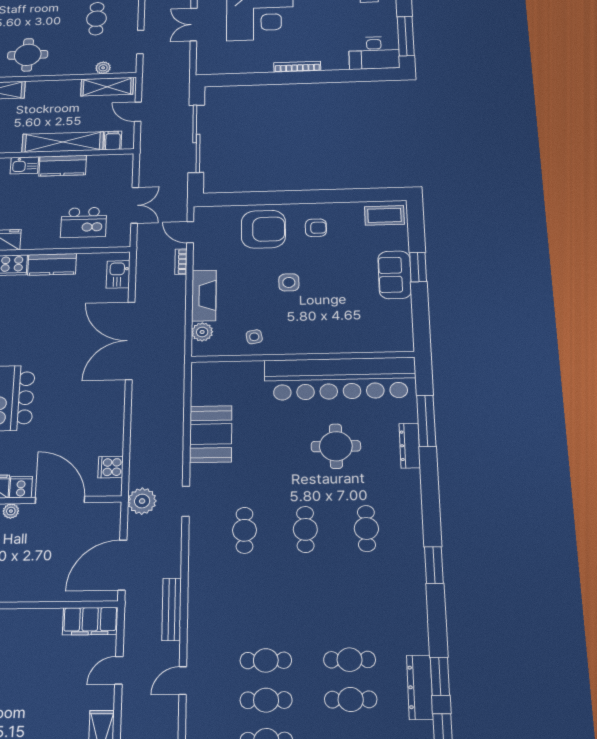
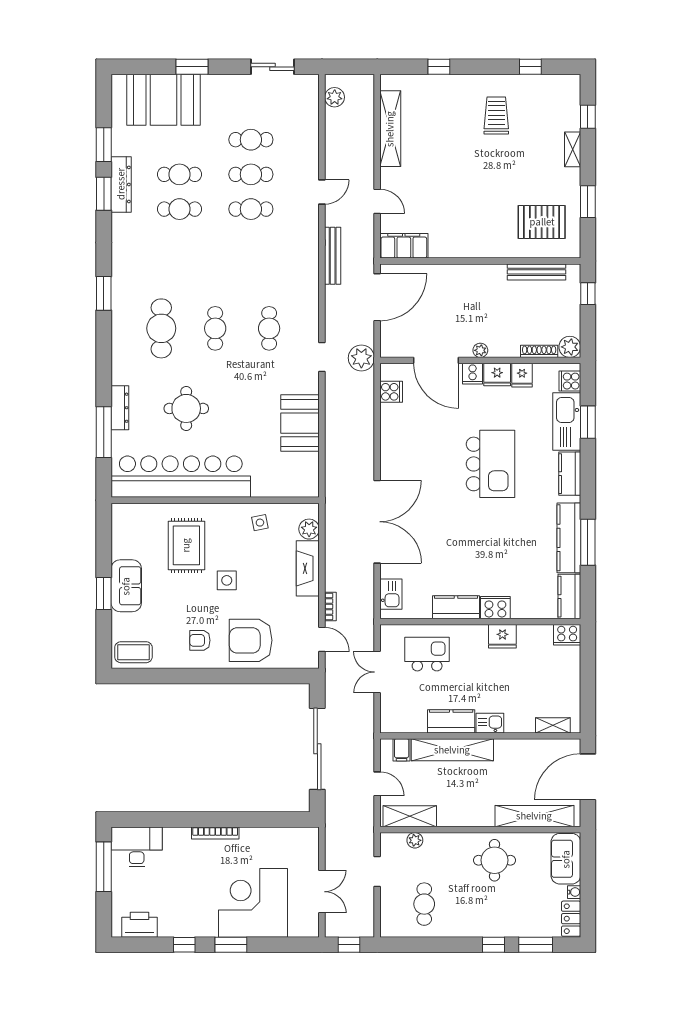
rug: (332, 313) -> (186, 545), added
cafe table: (366, 528) -> (161, 328), width x1.37, depth x1.35
door: (119, 670) -> (377, 201), hinge flipped

